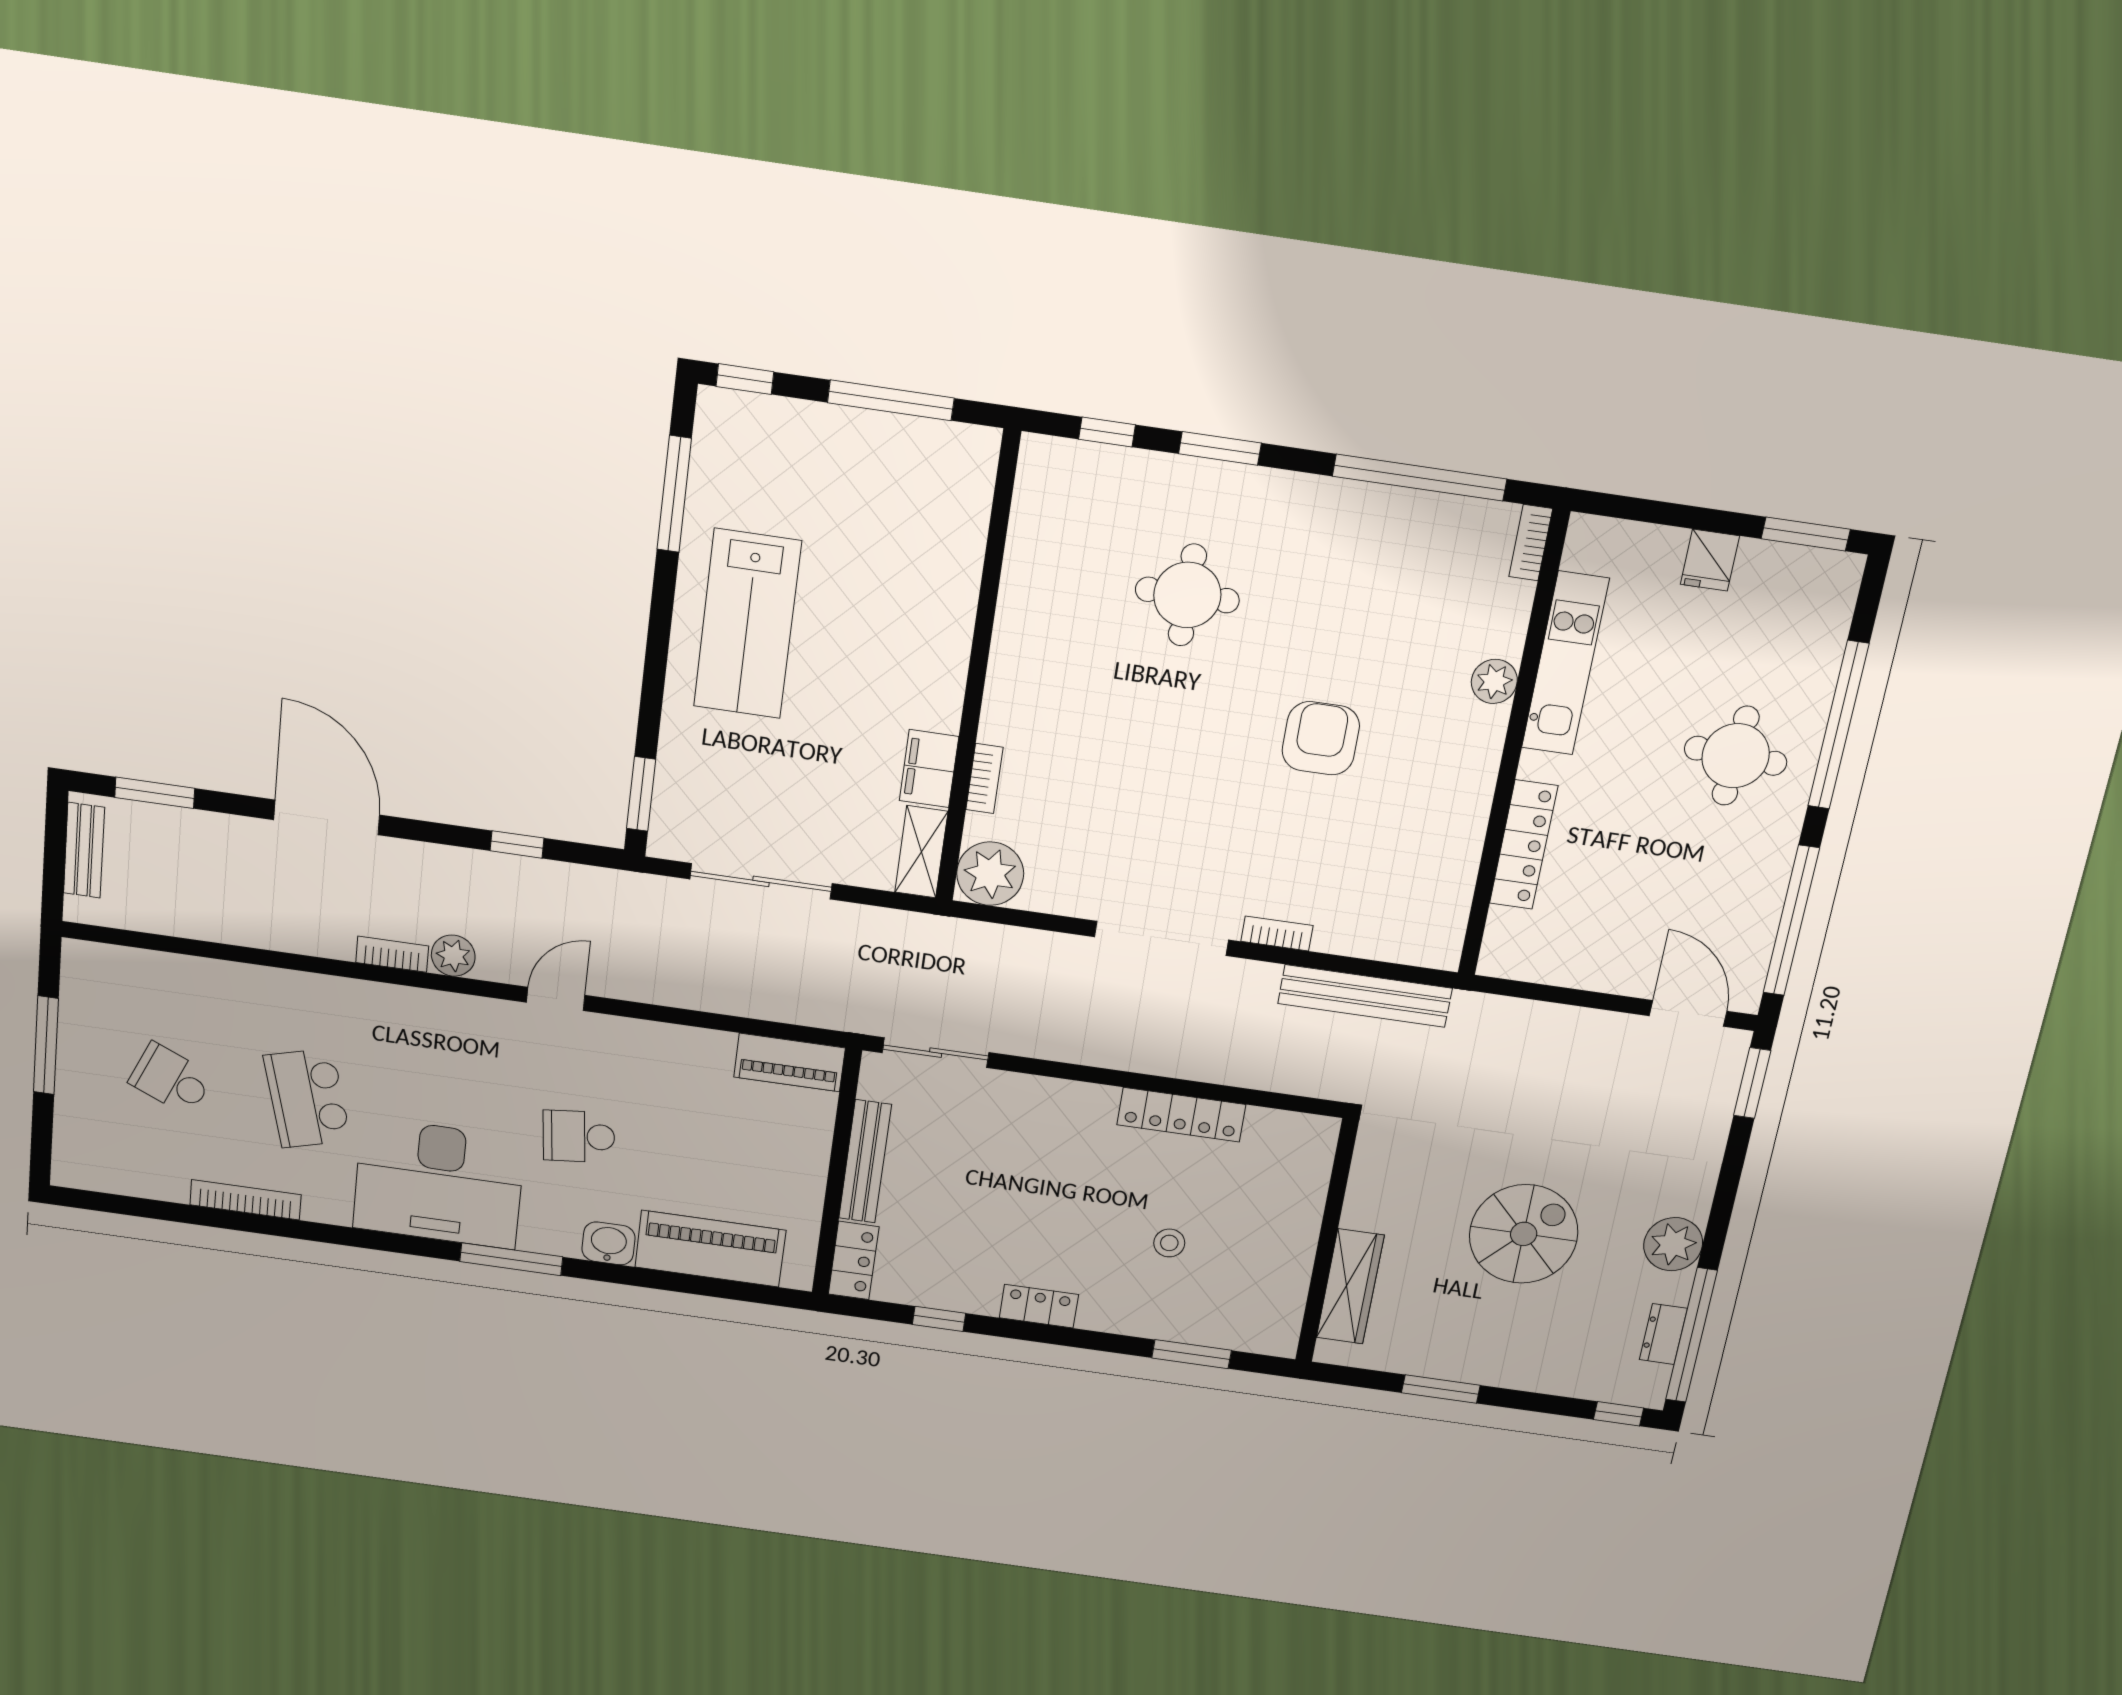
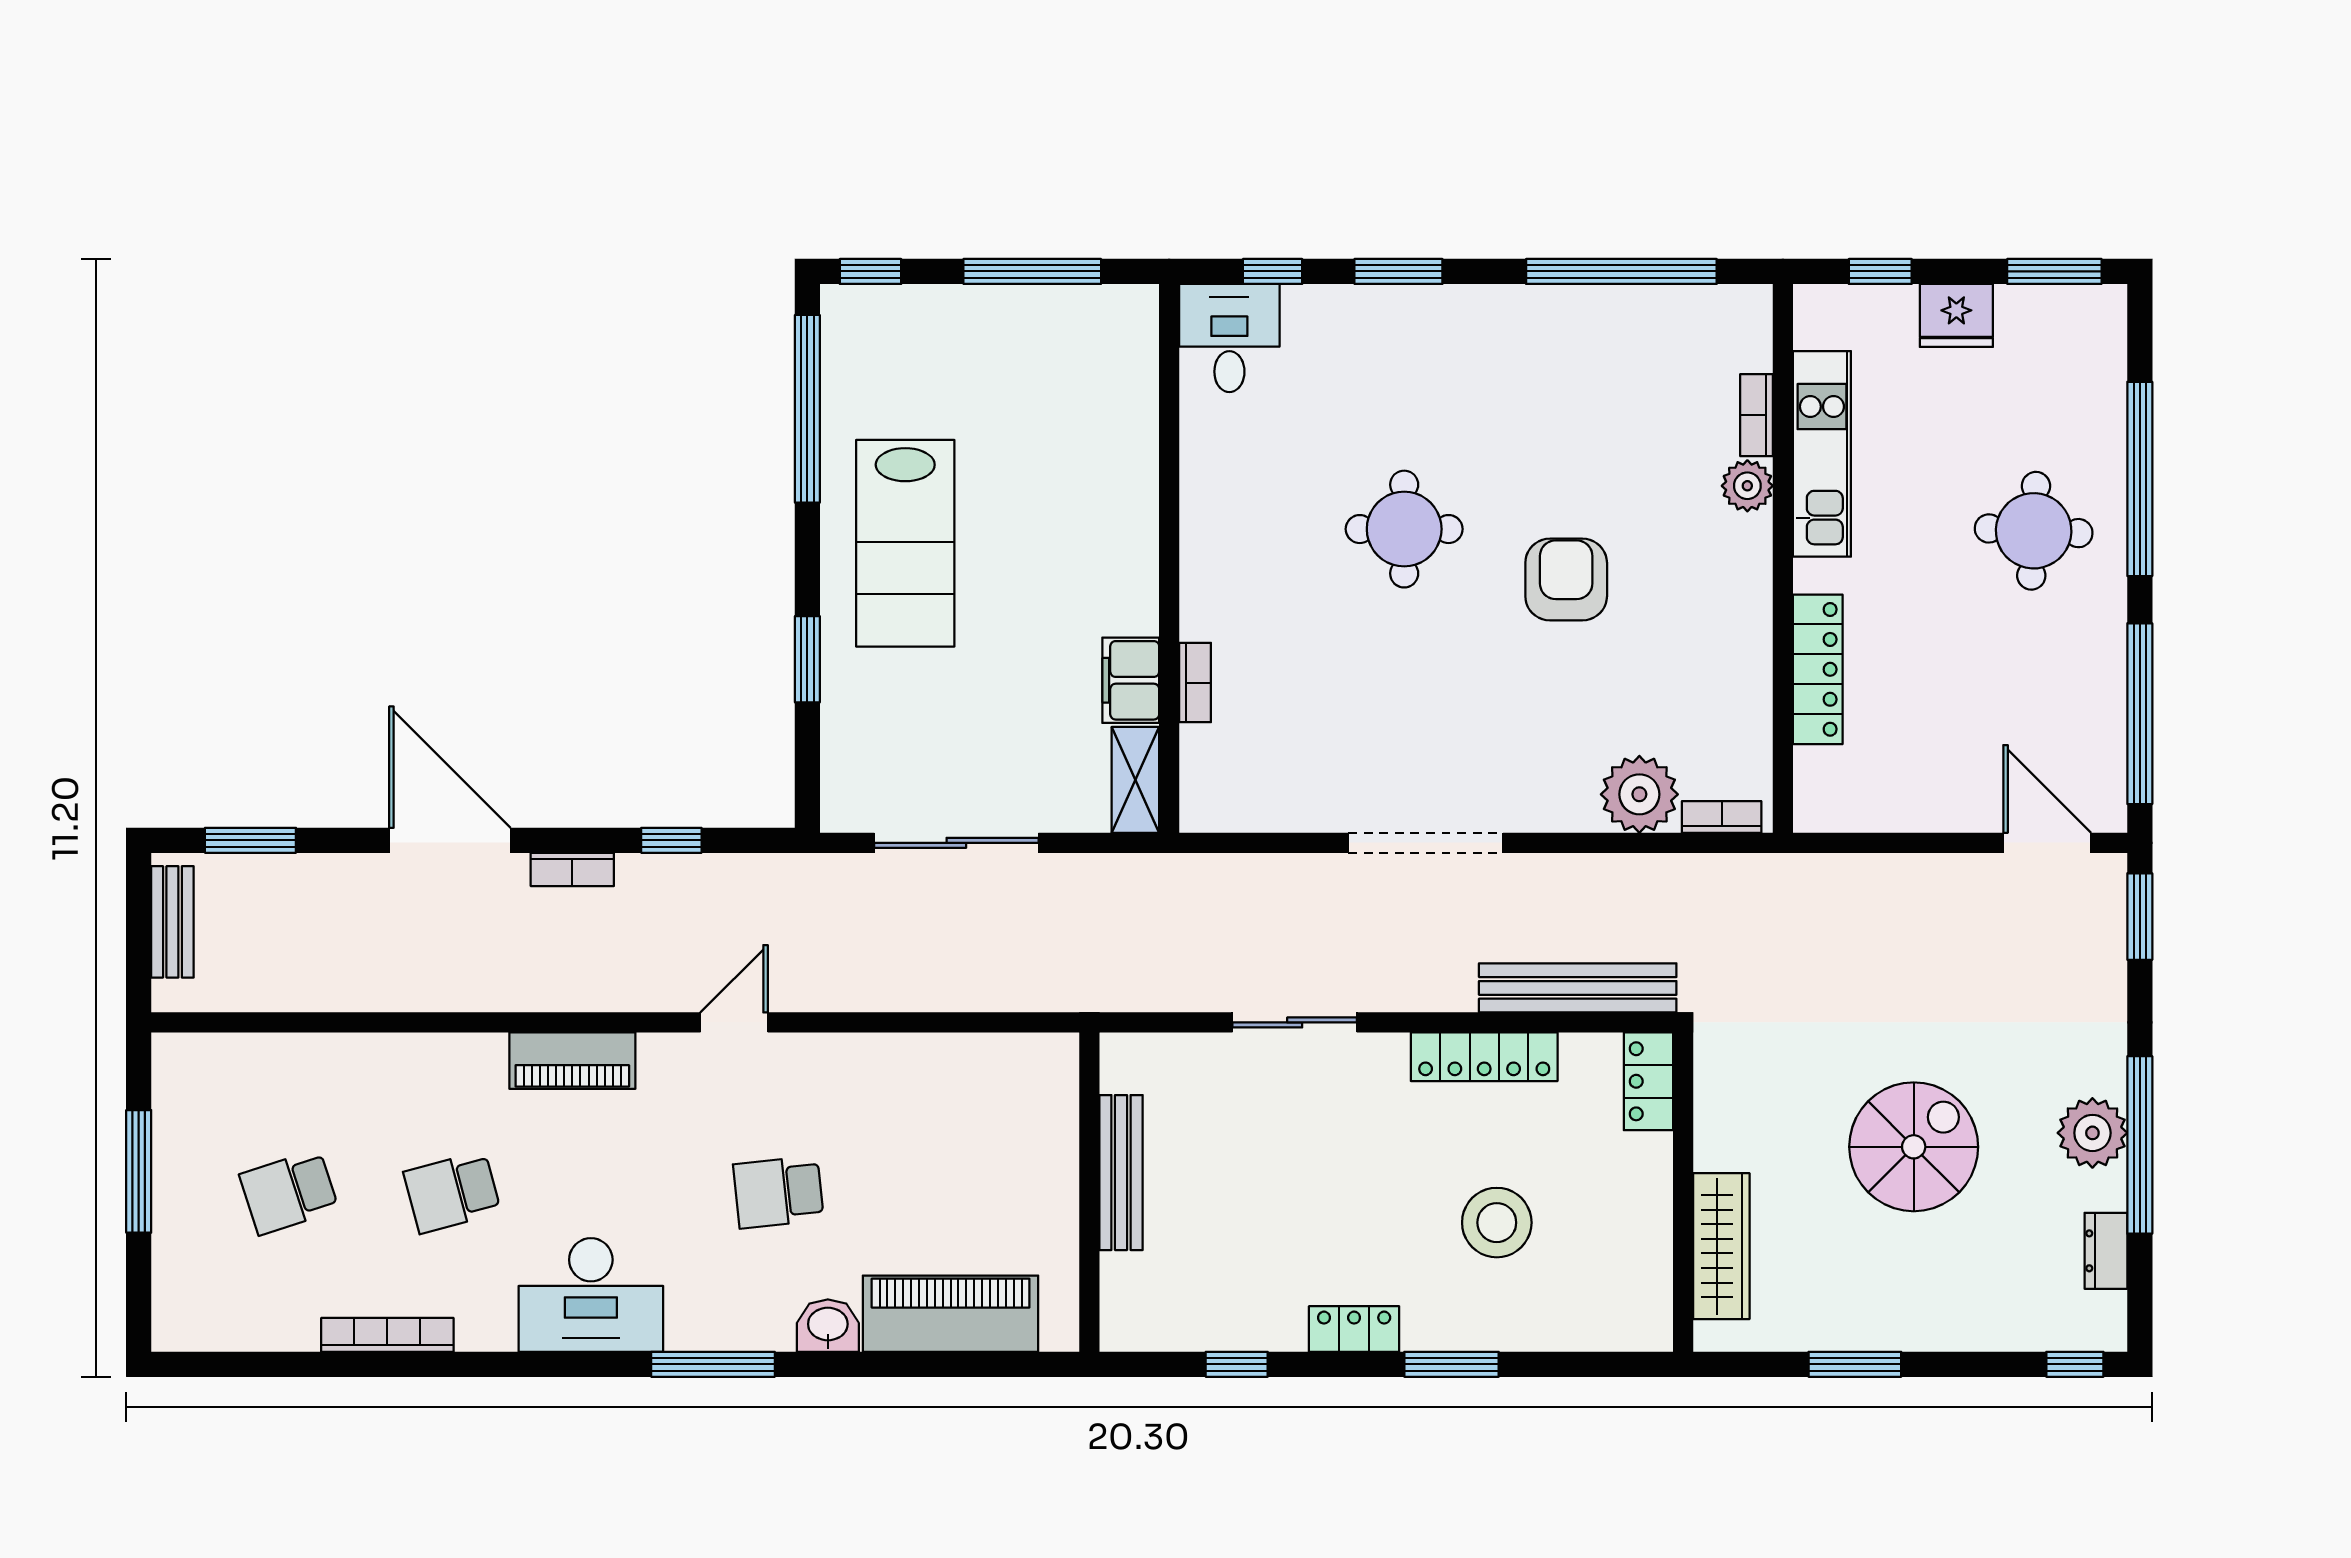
desk: (1059, 486) -> (1229, 338), added
window: (674, 494) -> (807, 409), width x1.46
window: (1651, 511) -> (1880, 271), added
bookcase: (1531, 543) -> (1757, 415), moved
fridge: (1710, 560) -> (1956, 315), width x1.38
round table: (1187, 595) -> (1404, 529), moved
window: (641, 794) -> (807, 659), moved
plant: (990, 874) -> (1639, 794), moved
bookcase: (1277, 933) -> (1722, 817), moved
bookcase: (392, 954) -> (572, 869), moved, turned 180
plant: (453, 956) -> (610, 987), removed
bench: (1365, 996) -> (1578, 988), moved
sliding door: (936, 1053) -> (1295, 1022), moved
piano: (790, 1062) -> (572, 1061), moved
school desk: (171, 1079) -> (289, 1192), turned -42
school desk: (307, 1098) -> (452, 1192), width x0.54
desk: (439, 1183) -> (591, 1295), width x0.73, depth x0.77
stool: (1169, 1243) -> (1497, 1223), width x1.89, depth x1.89
locker: (854, 1260) -> (1649, 1081), moved, turned 180
window: (1691, 1335) -> (2140, 1145), moved
window: (1192, 1354) -> (1451, 1364), moved

